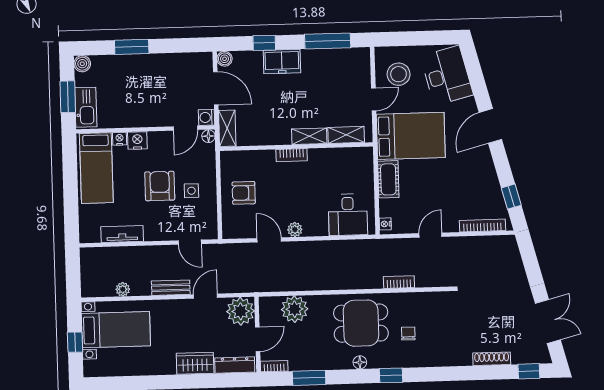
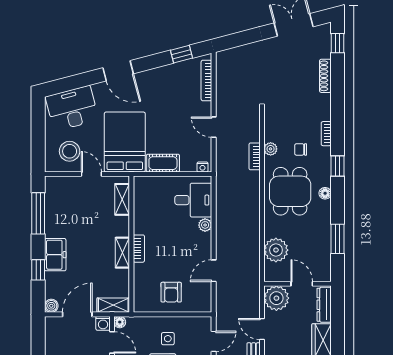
shelving: (309, 136) -> (122, 253), moved
plant: (295, 230) -> (205, 225), moved
plant: (408, 300) -> (271, 149), added
bookcase: (274, 366) -> (326, 134), moved

